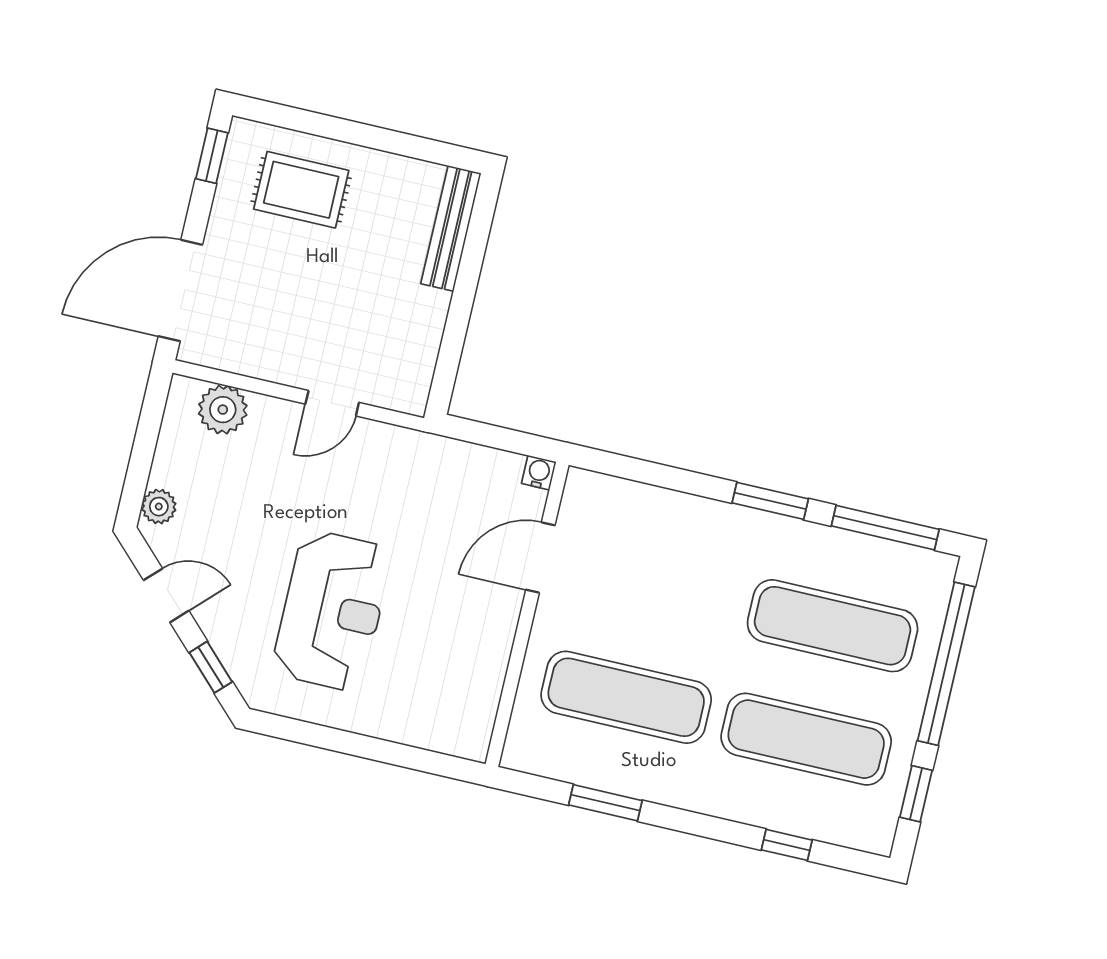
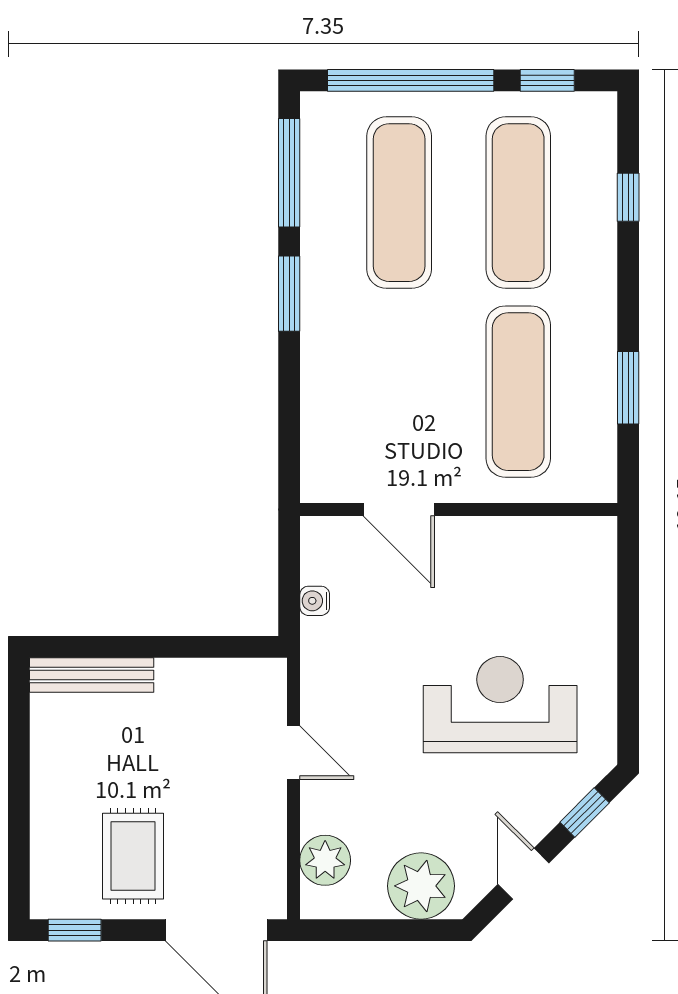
rug: (301, 190) -> (133, 856), moved
water cooler: (539, 473) -> (315, 601), moved
plant: (159, 507) -> (421, 886), width x1.87, depth x1.87

